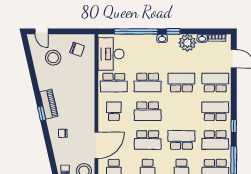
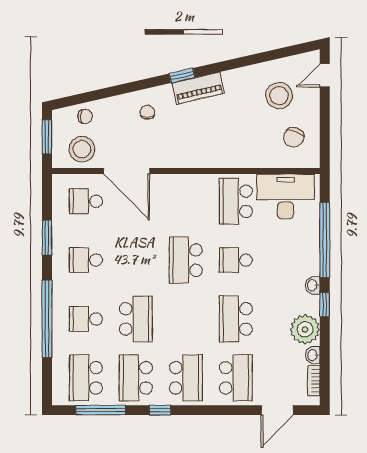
school desk: (148, 83) -> (236, 260), width x0.54
school desk: (181, 83) -> (236, 319), turned 180
school desk: (114, 111) -> (186, 201), removed
school desk: (148, 140) -> (136, 260), removed

